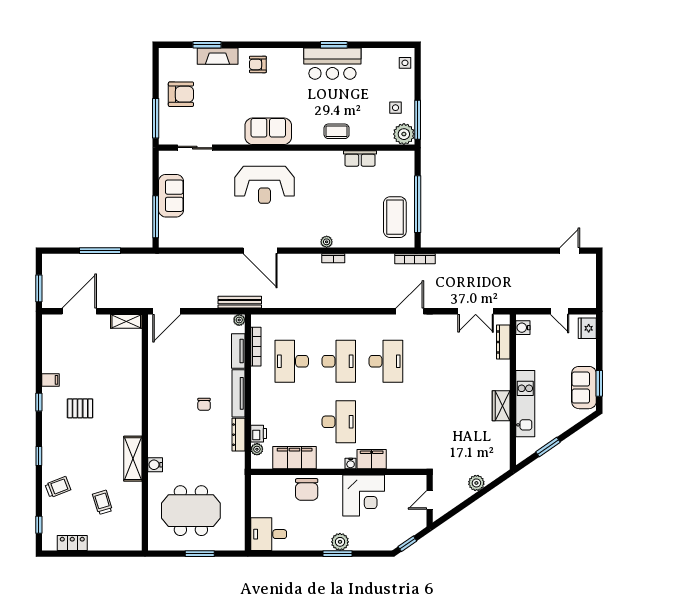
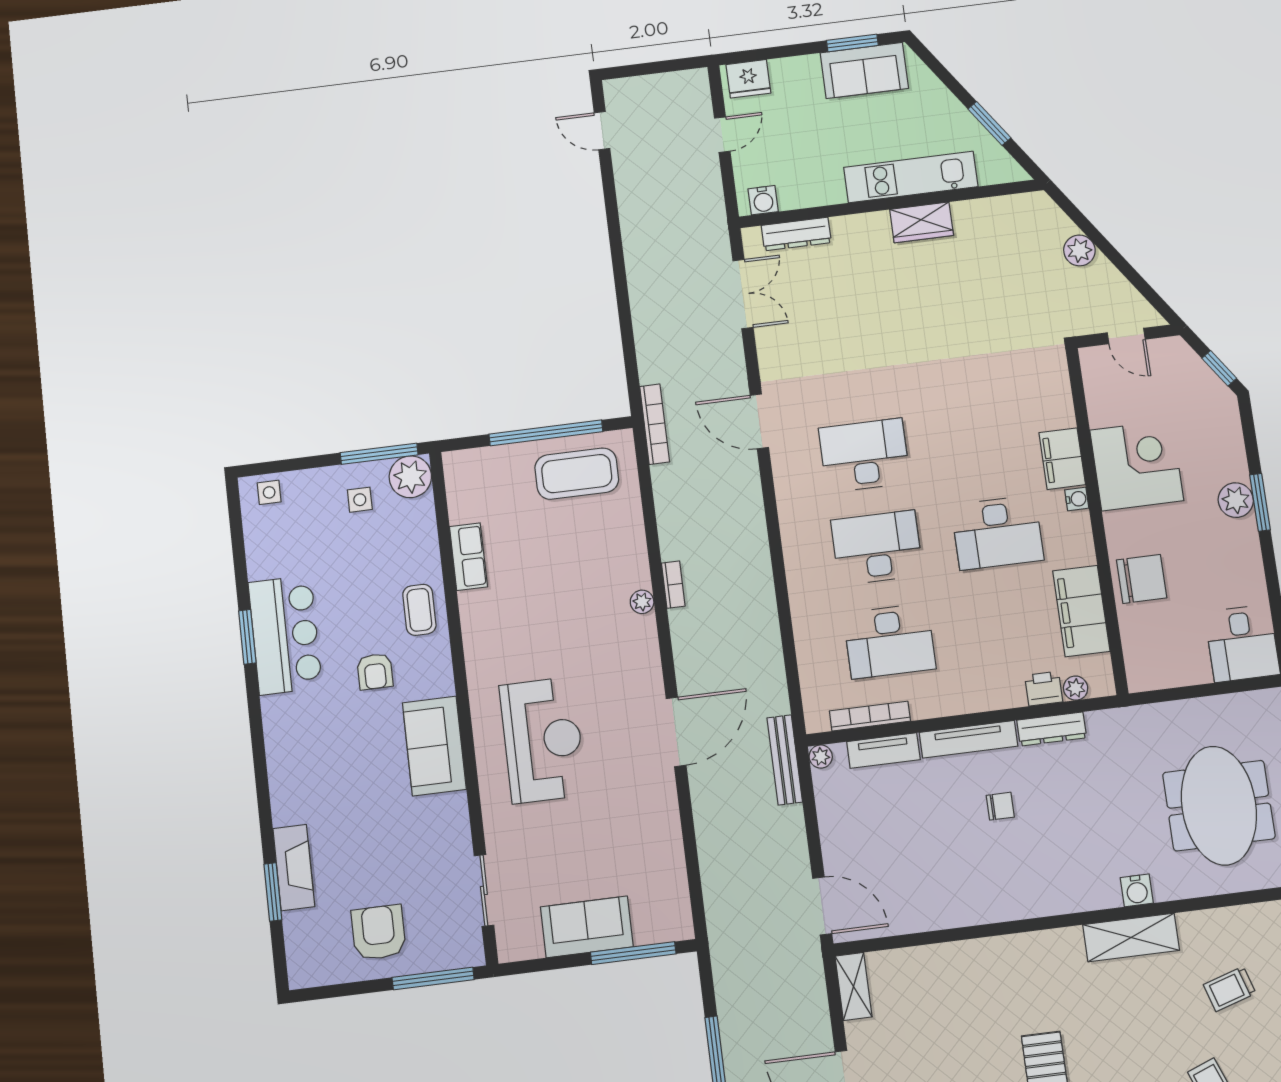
armchair: (258, 64) -> (375, 672), moved
desk: (339, 422) -> (997, 533), turned 180

